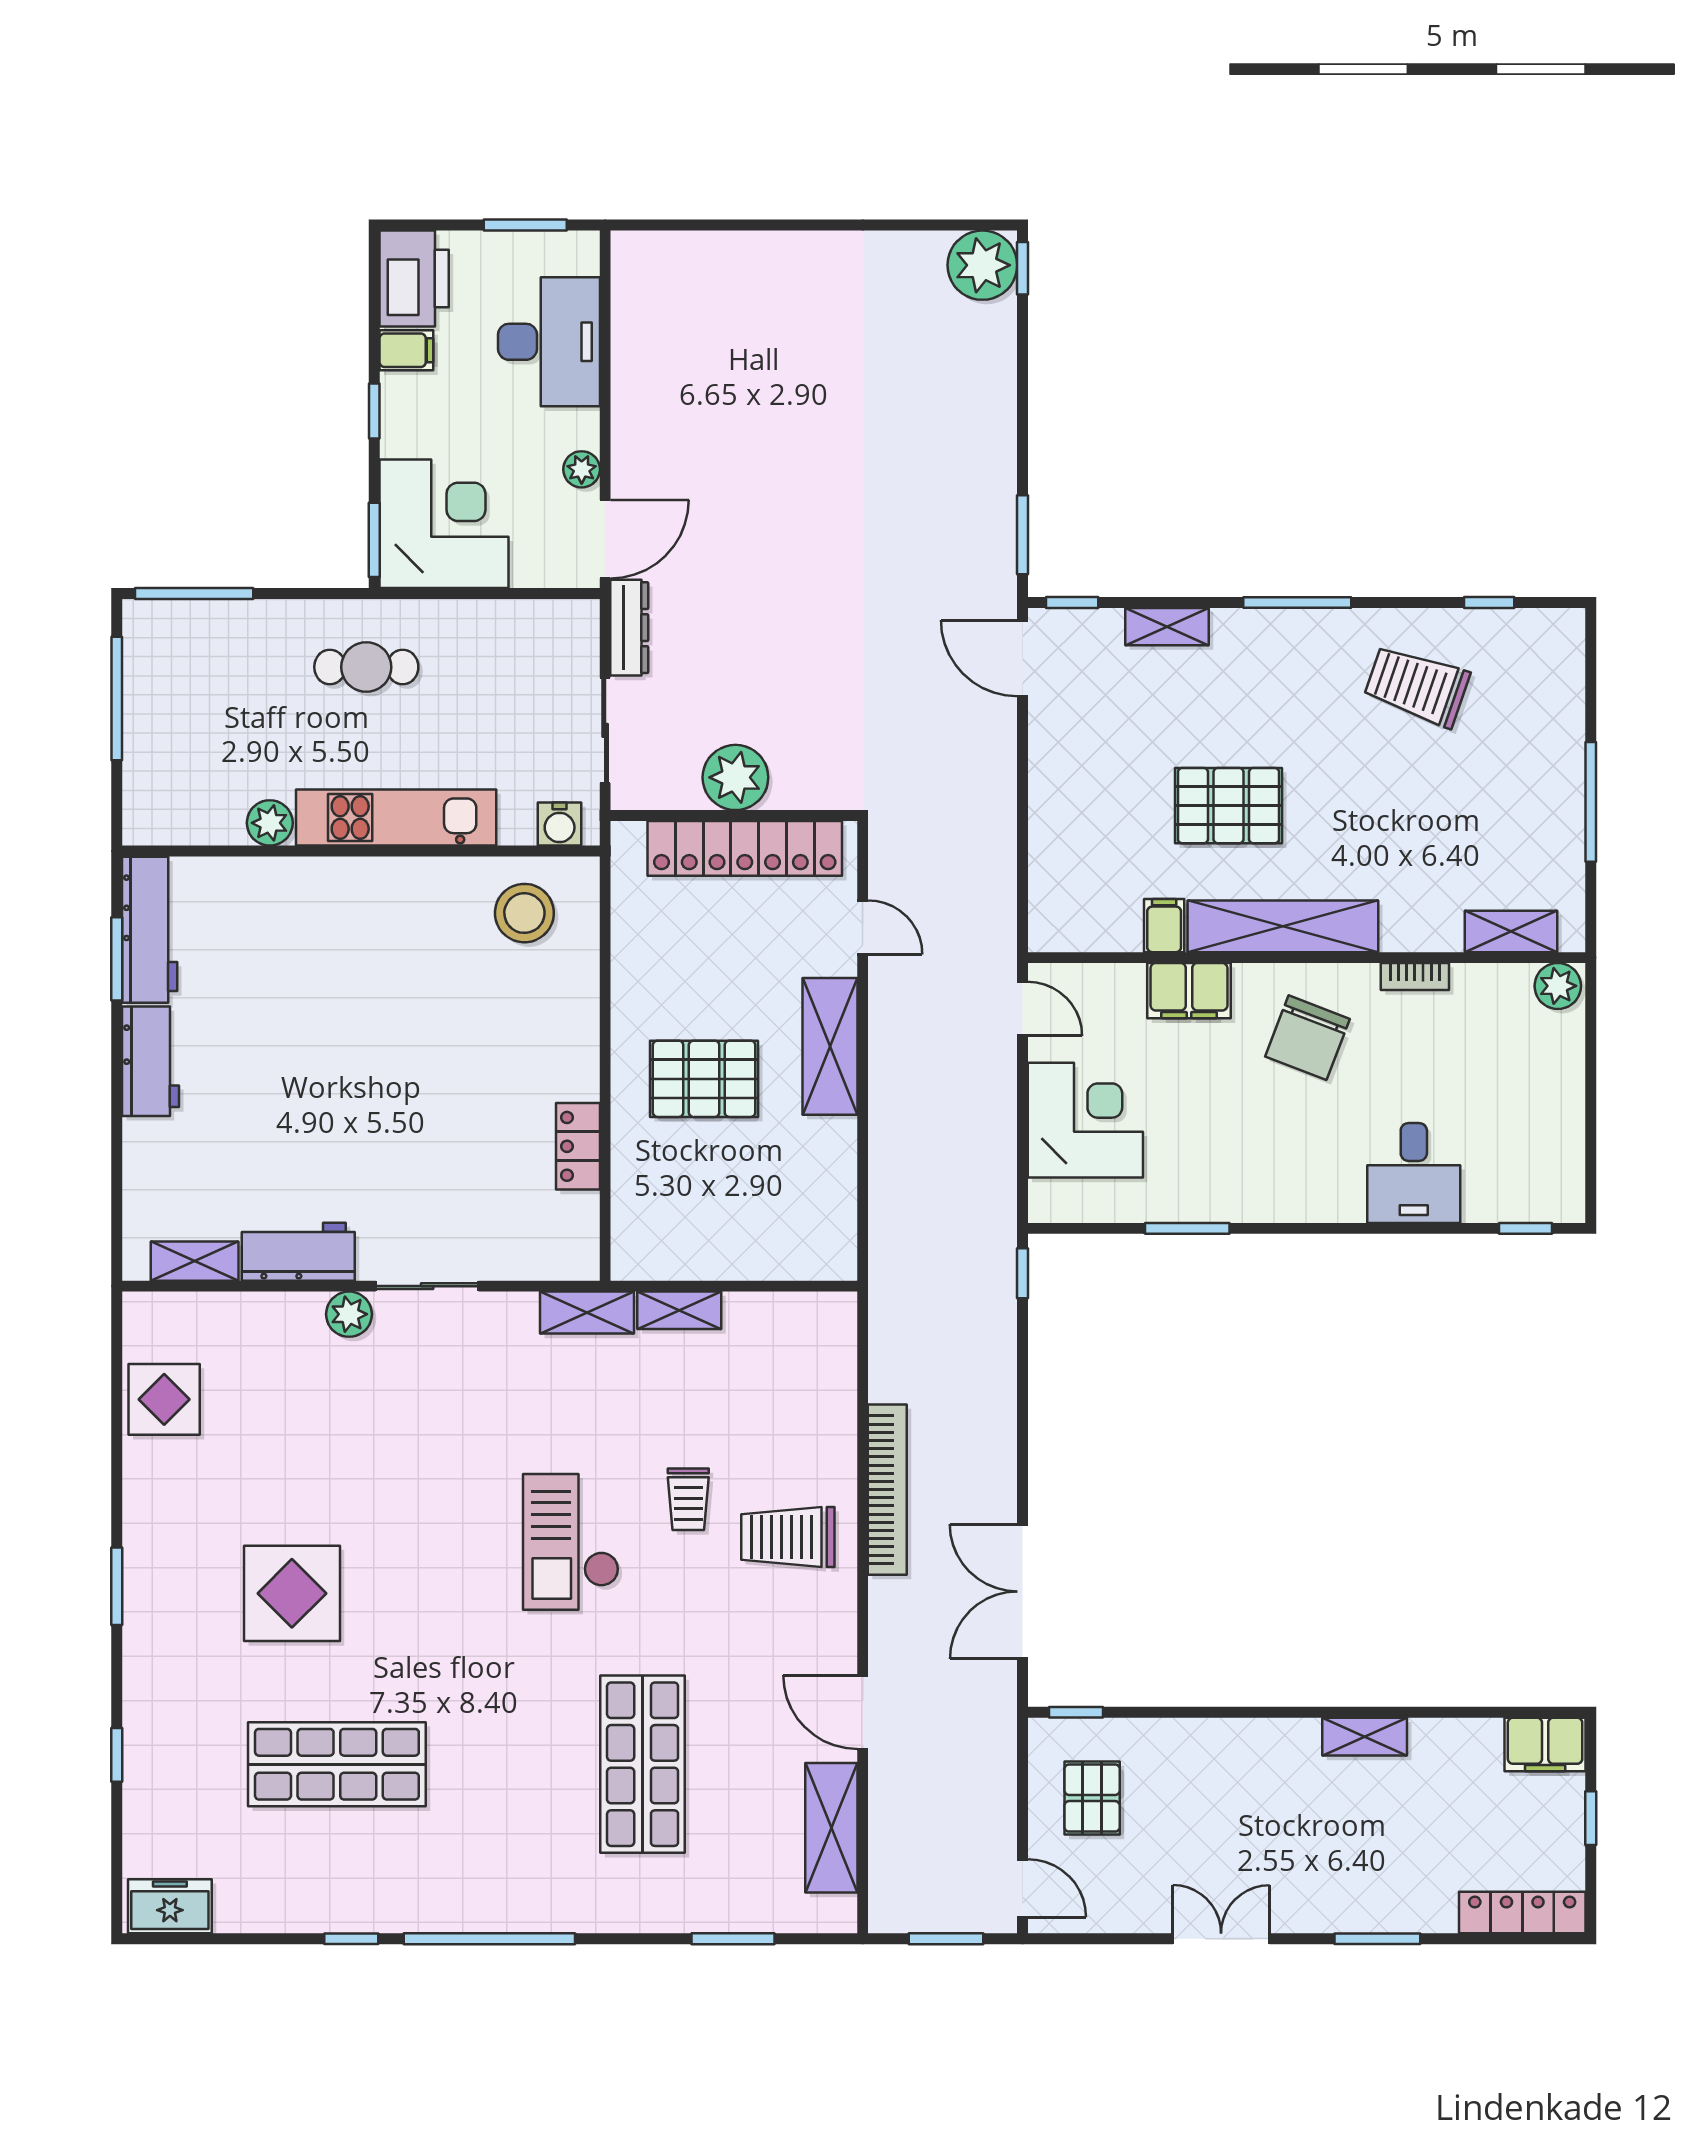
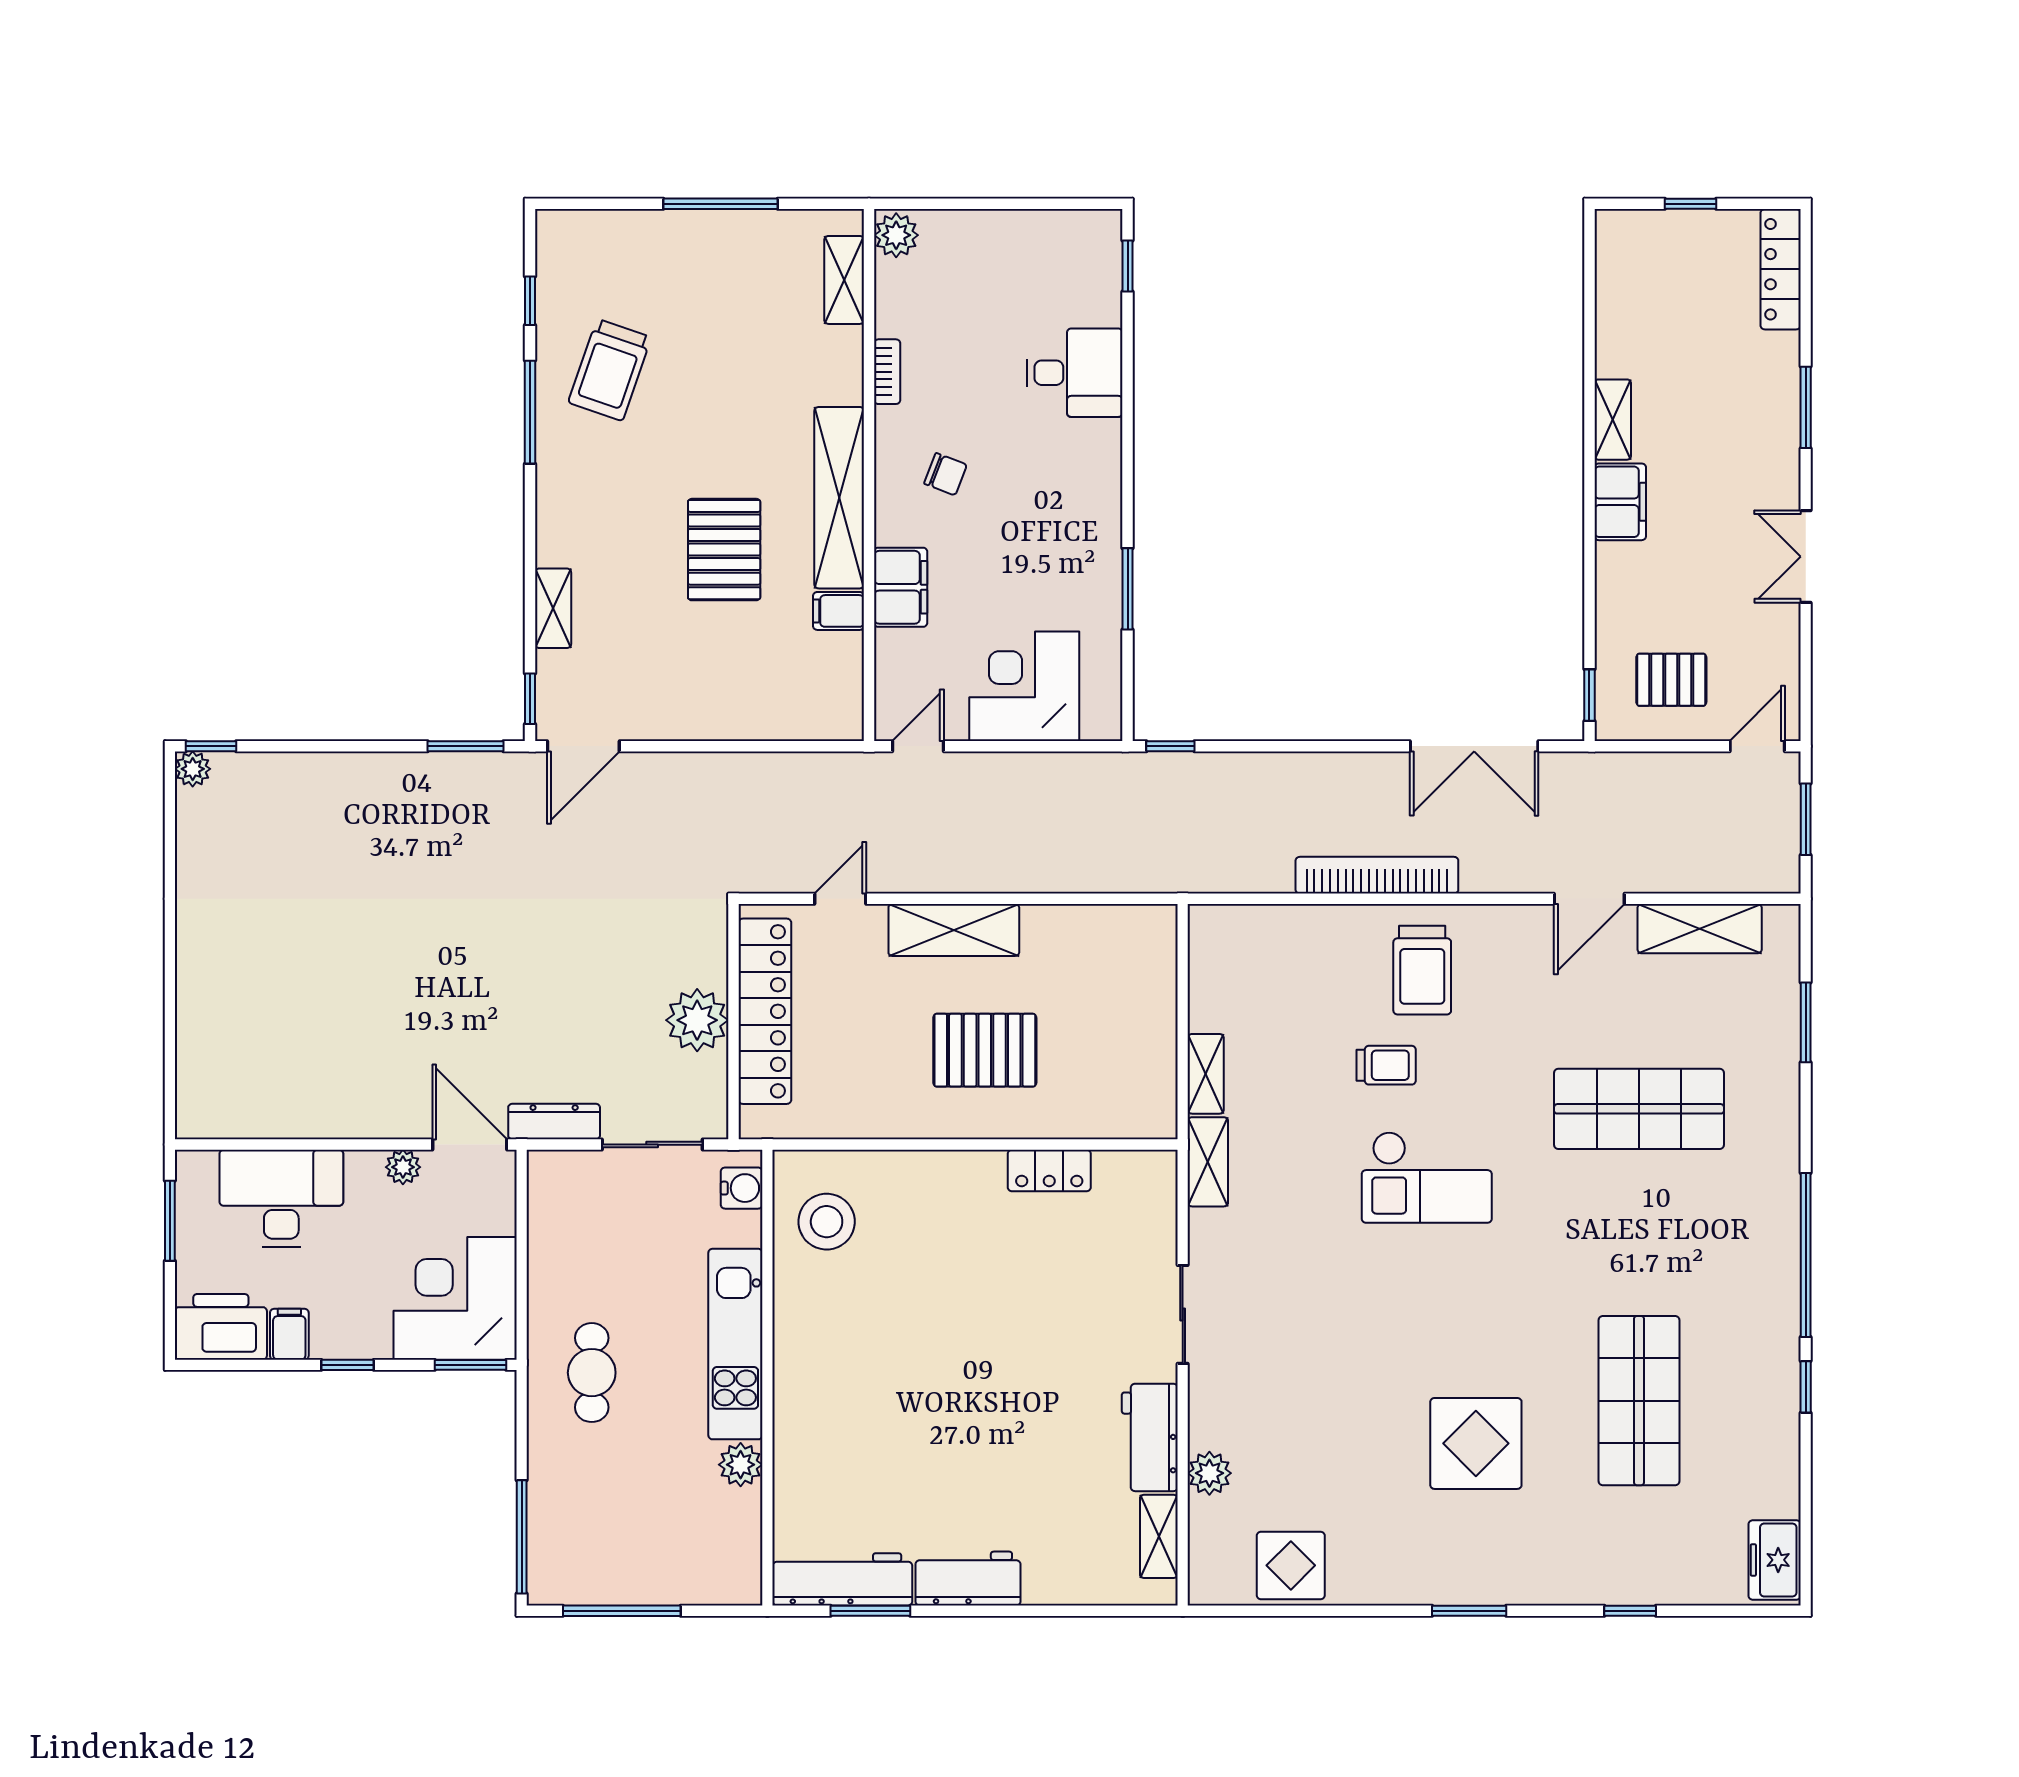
plant: (982, 265) -> (193, 769), width x0.53, depth x0.53
window: (1297, 602) -> (530, 412), moved
chair: (1308, 1038) -> (946, 474), width x0.54, depth x0.54
pallet: (704, 1079) -> (985, 1050), turned 90
plant: (349, 1314) -> (1209, 1473), moved
filing cabinet: (1545, 1745) -> (1620, 502), moved

